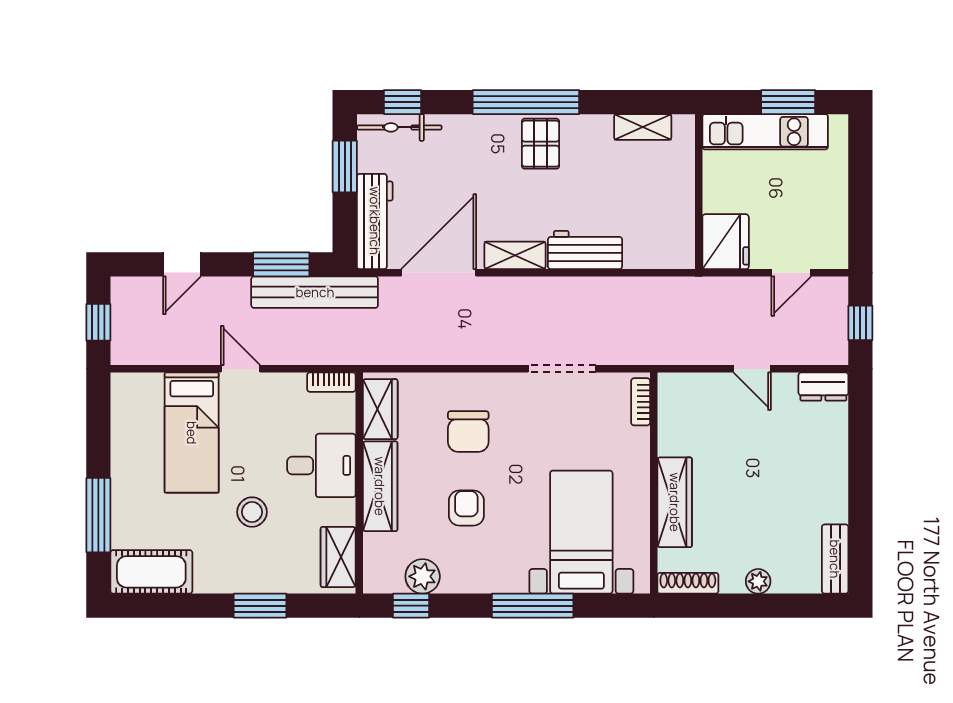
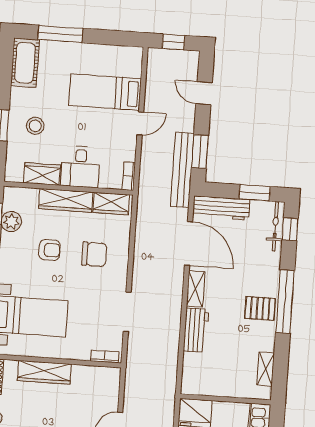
chair: (468, 432) -> (94, 254), turned 180
stool: (252, 512) -> (35, 126), moved
wardrobe: (338, 557) -> (42, 174), moved

